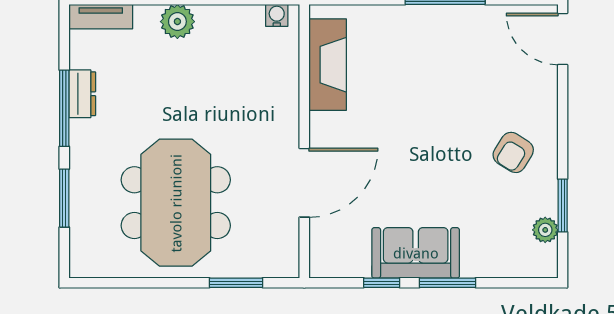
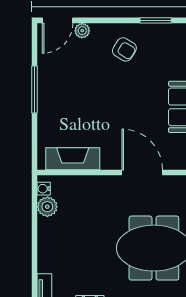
plant: (177, 22) -> (47, 207), moved
plant: (545, 230) -> (82, 31), moved

